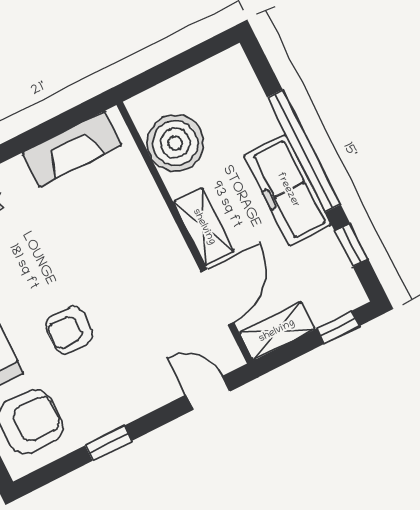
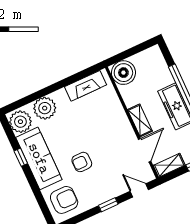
boiler: (175, 143) -> (123, 73), moved
window: (109, 443) -> (108, 205), moved

